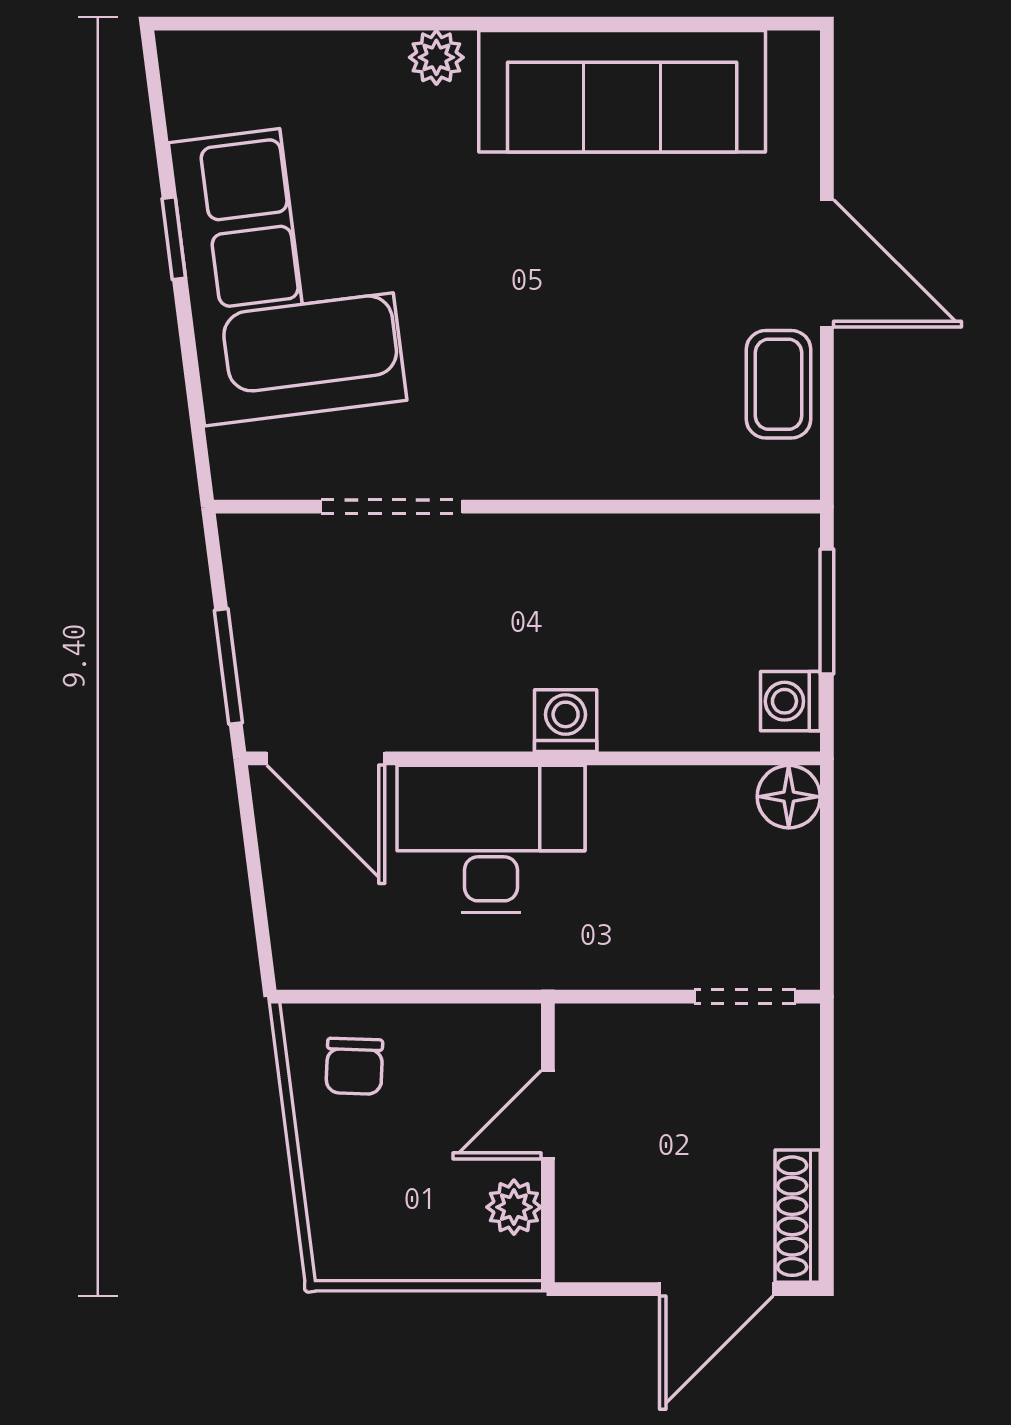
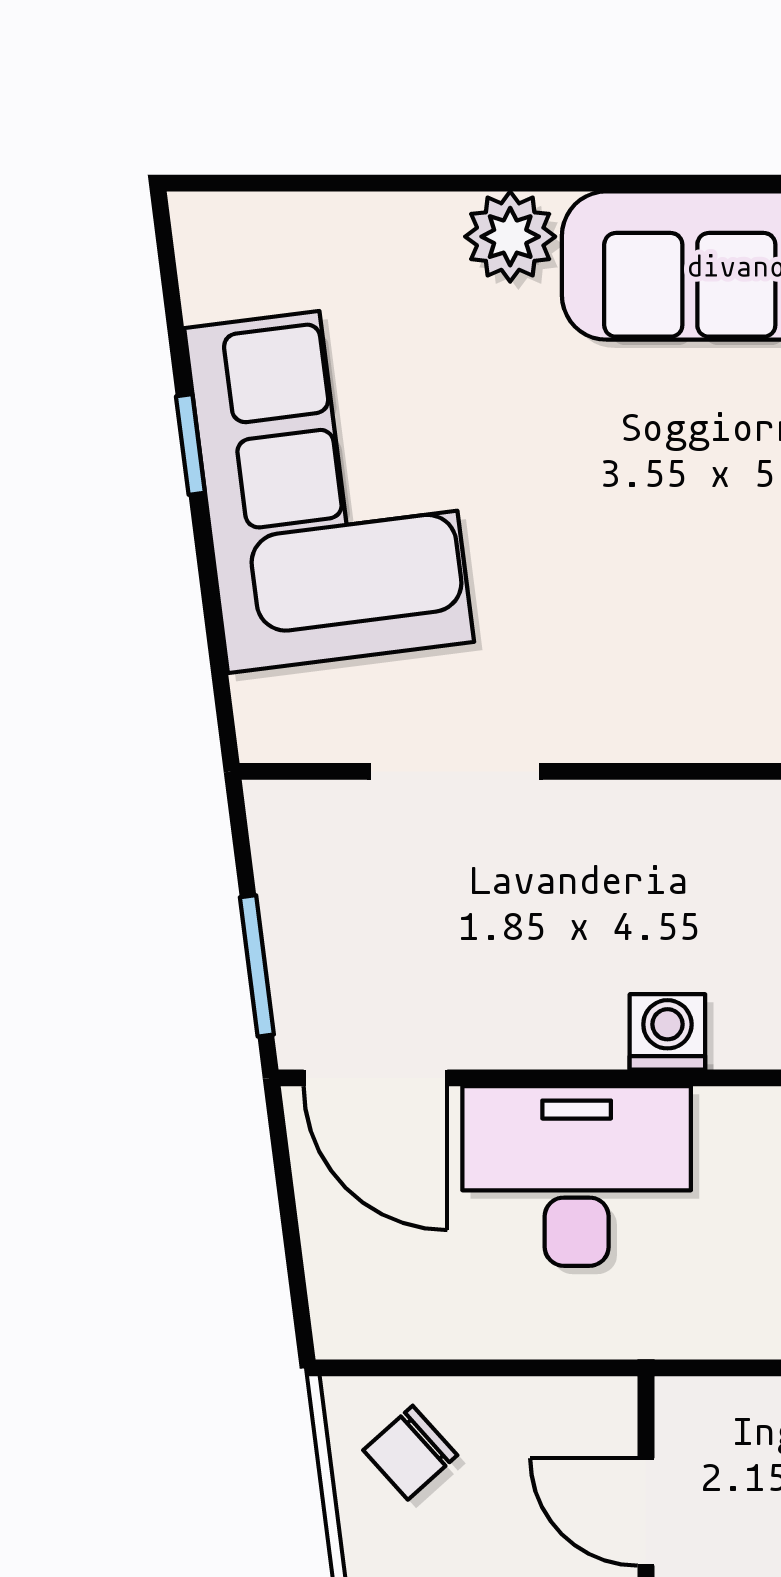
plant: (436, 57) -> (510, 237), width x1.38, depth x1.38
chair: (354, 1066) -> (410, 1453), turned 46
door: (548, 1115) -> (646, 1512), hinge flipped

